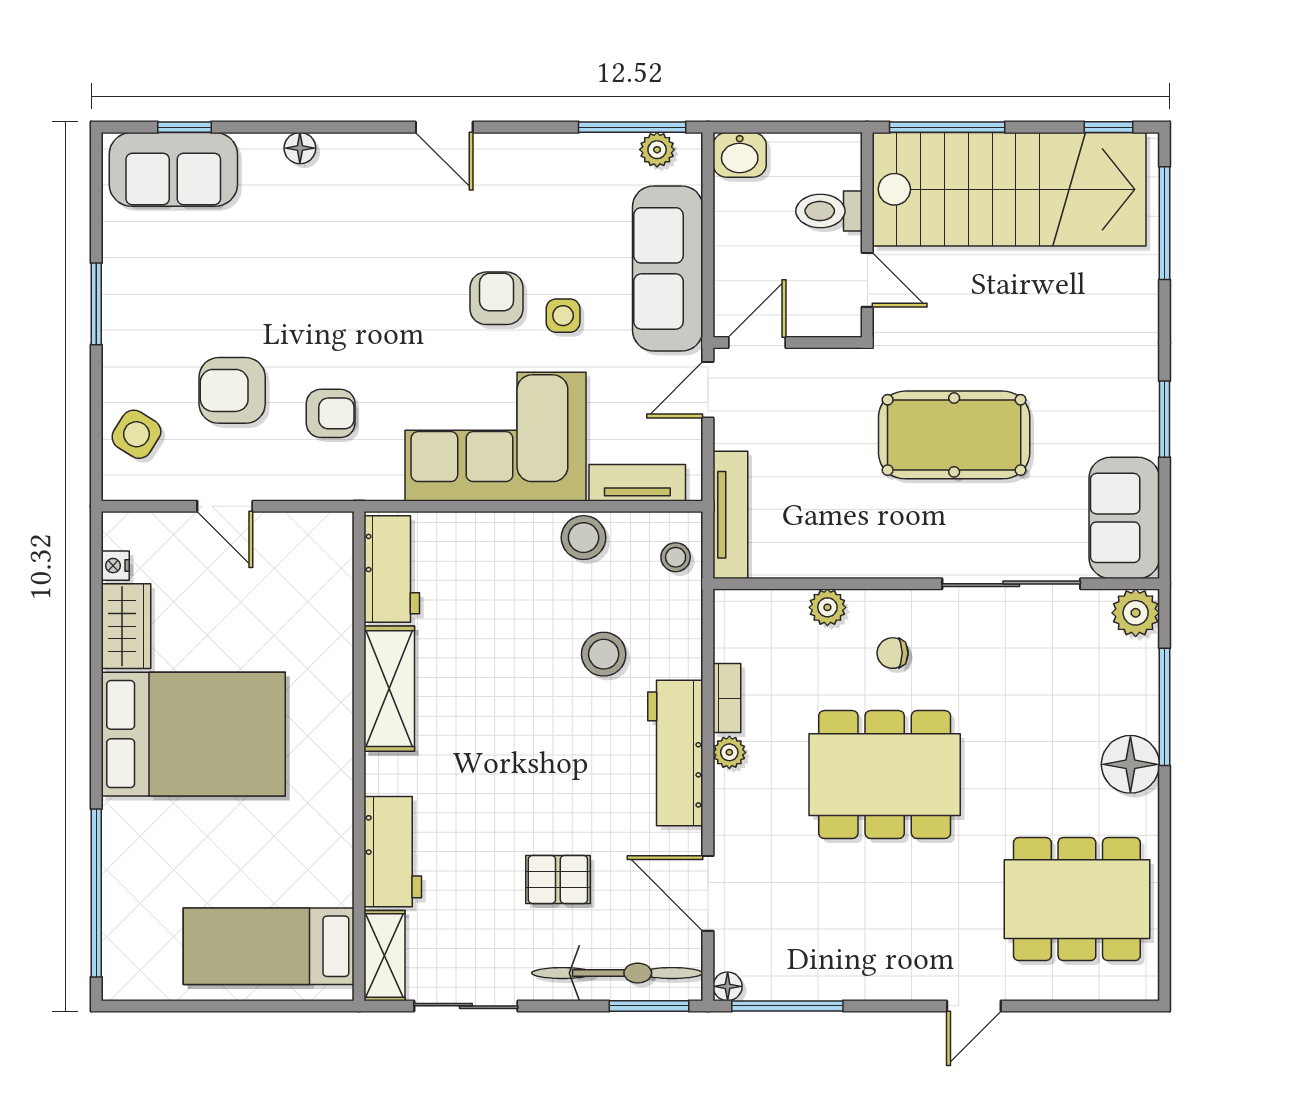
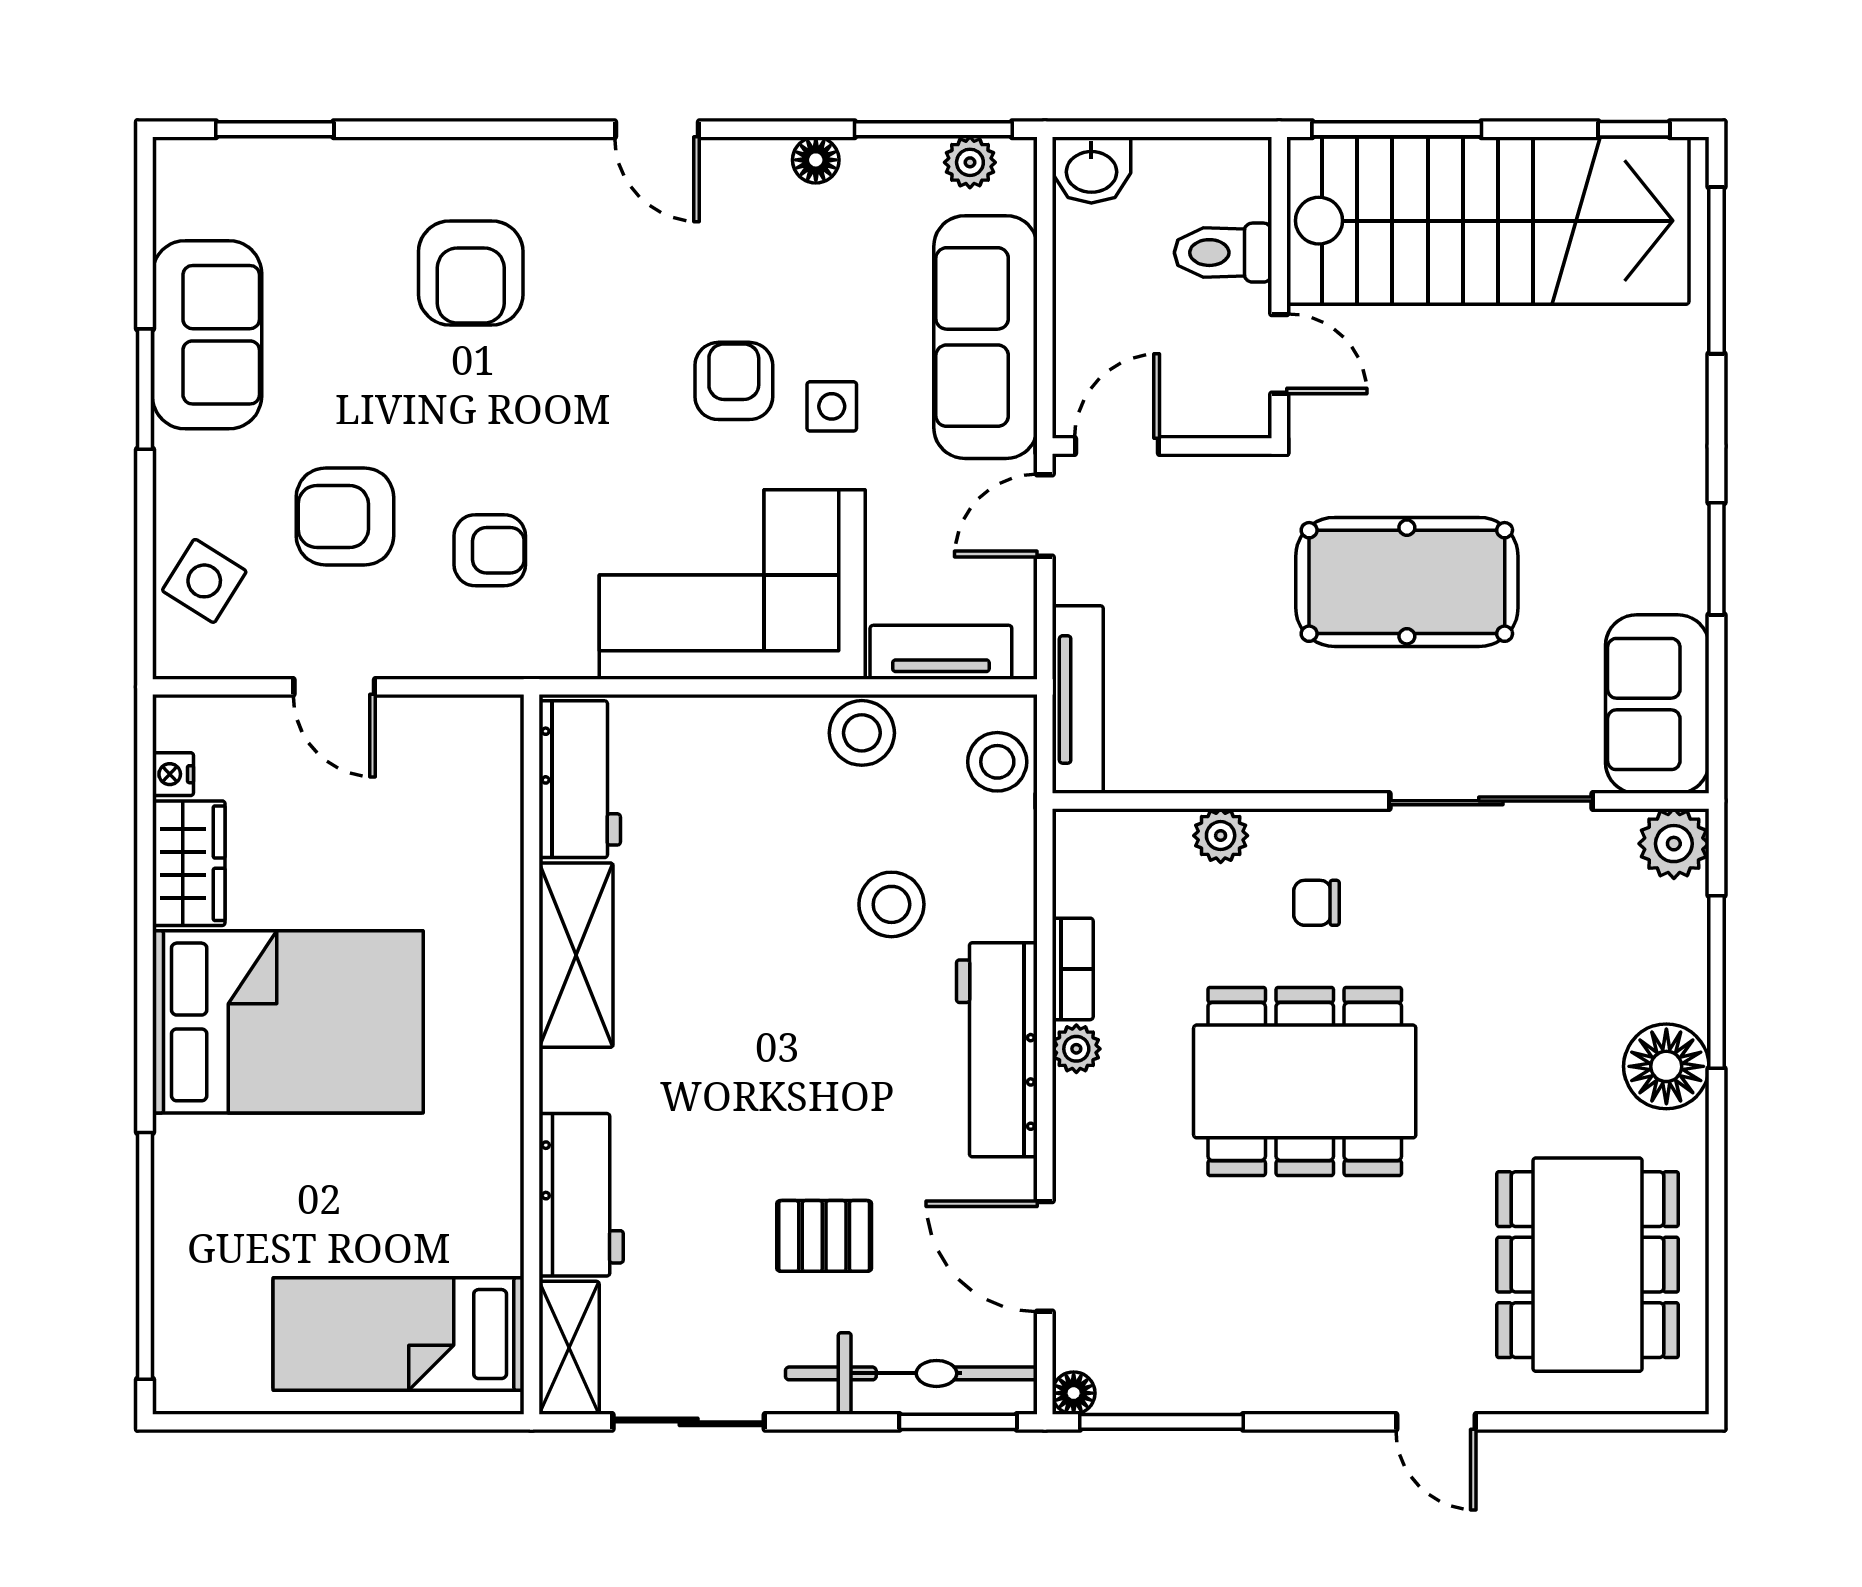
window: (184, 127) -> (275, 129), width x1.50
floor lamp: (300, 148) -> (816, 160), moved
sofa: (173, 169) -> (207, 335), moved, turned -90
armchair: (318, 225) -> (471, 273), added
stool: (676, 557) -> (997, 762), width x1.37, depth x1.37
dining table: (1077, 899) -> (1588, 1265), turned 90
door: (974, 1006) -> (1436, 1422), hinge flipped

